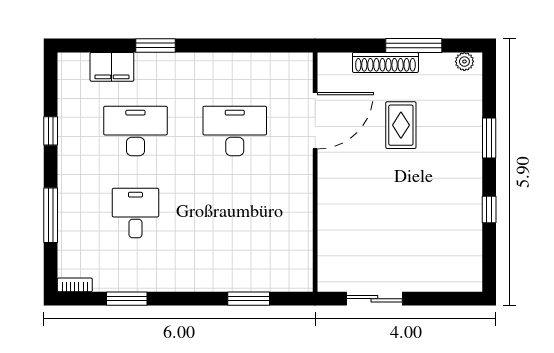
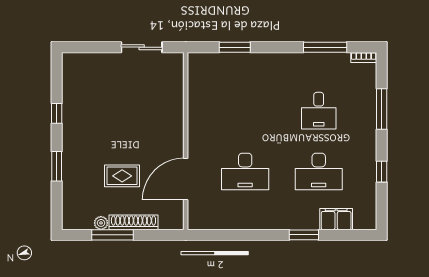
plant: (464, 62) -> (101, 223), moved
rug: (401, 125) -> (122, 176), turned 90
window: (127, 299) -> (325, 47), width x1.44

